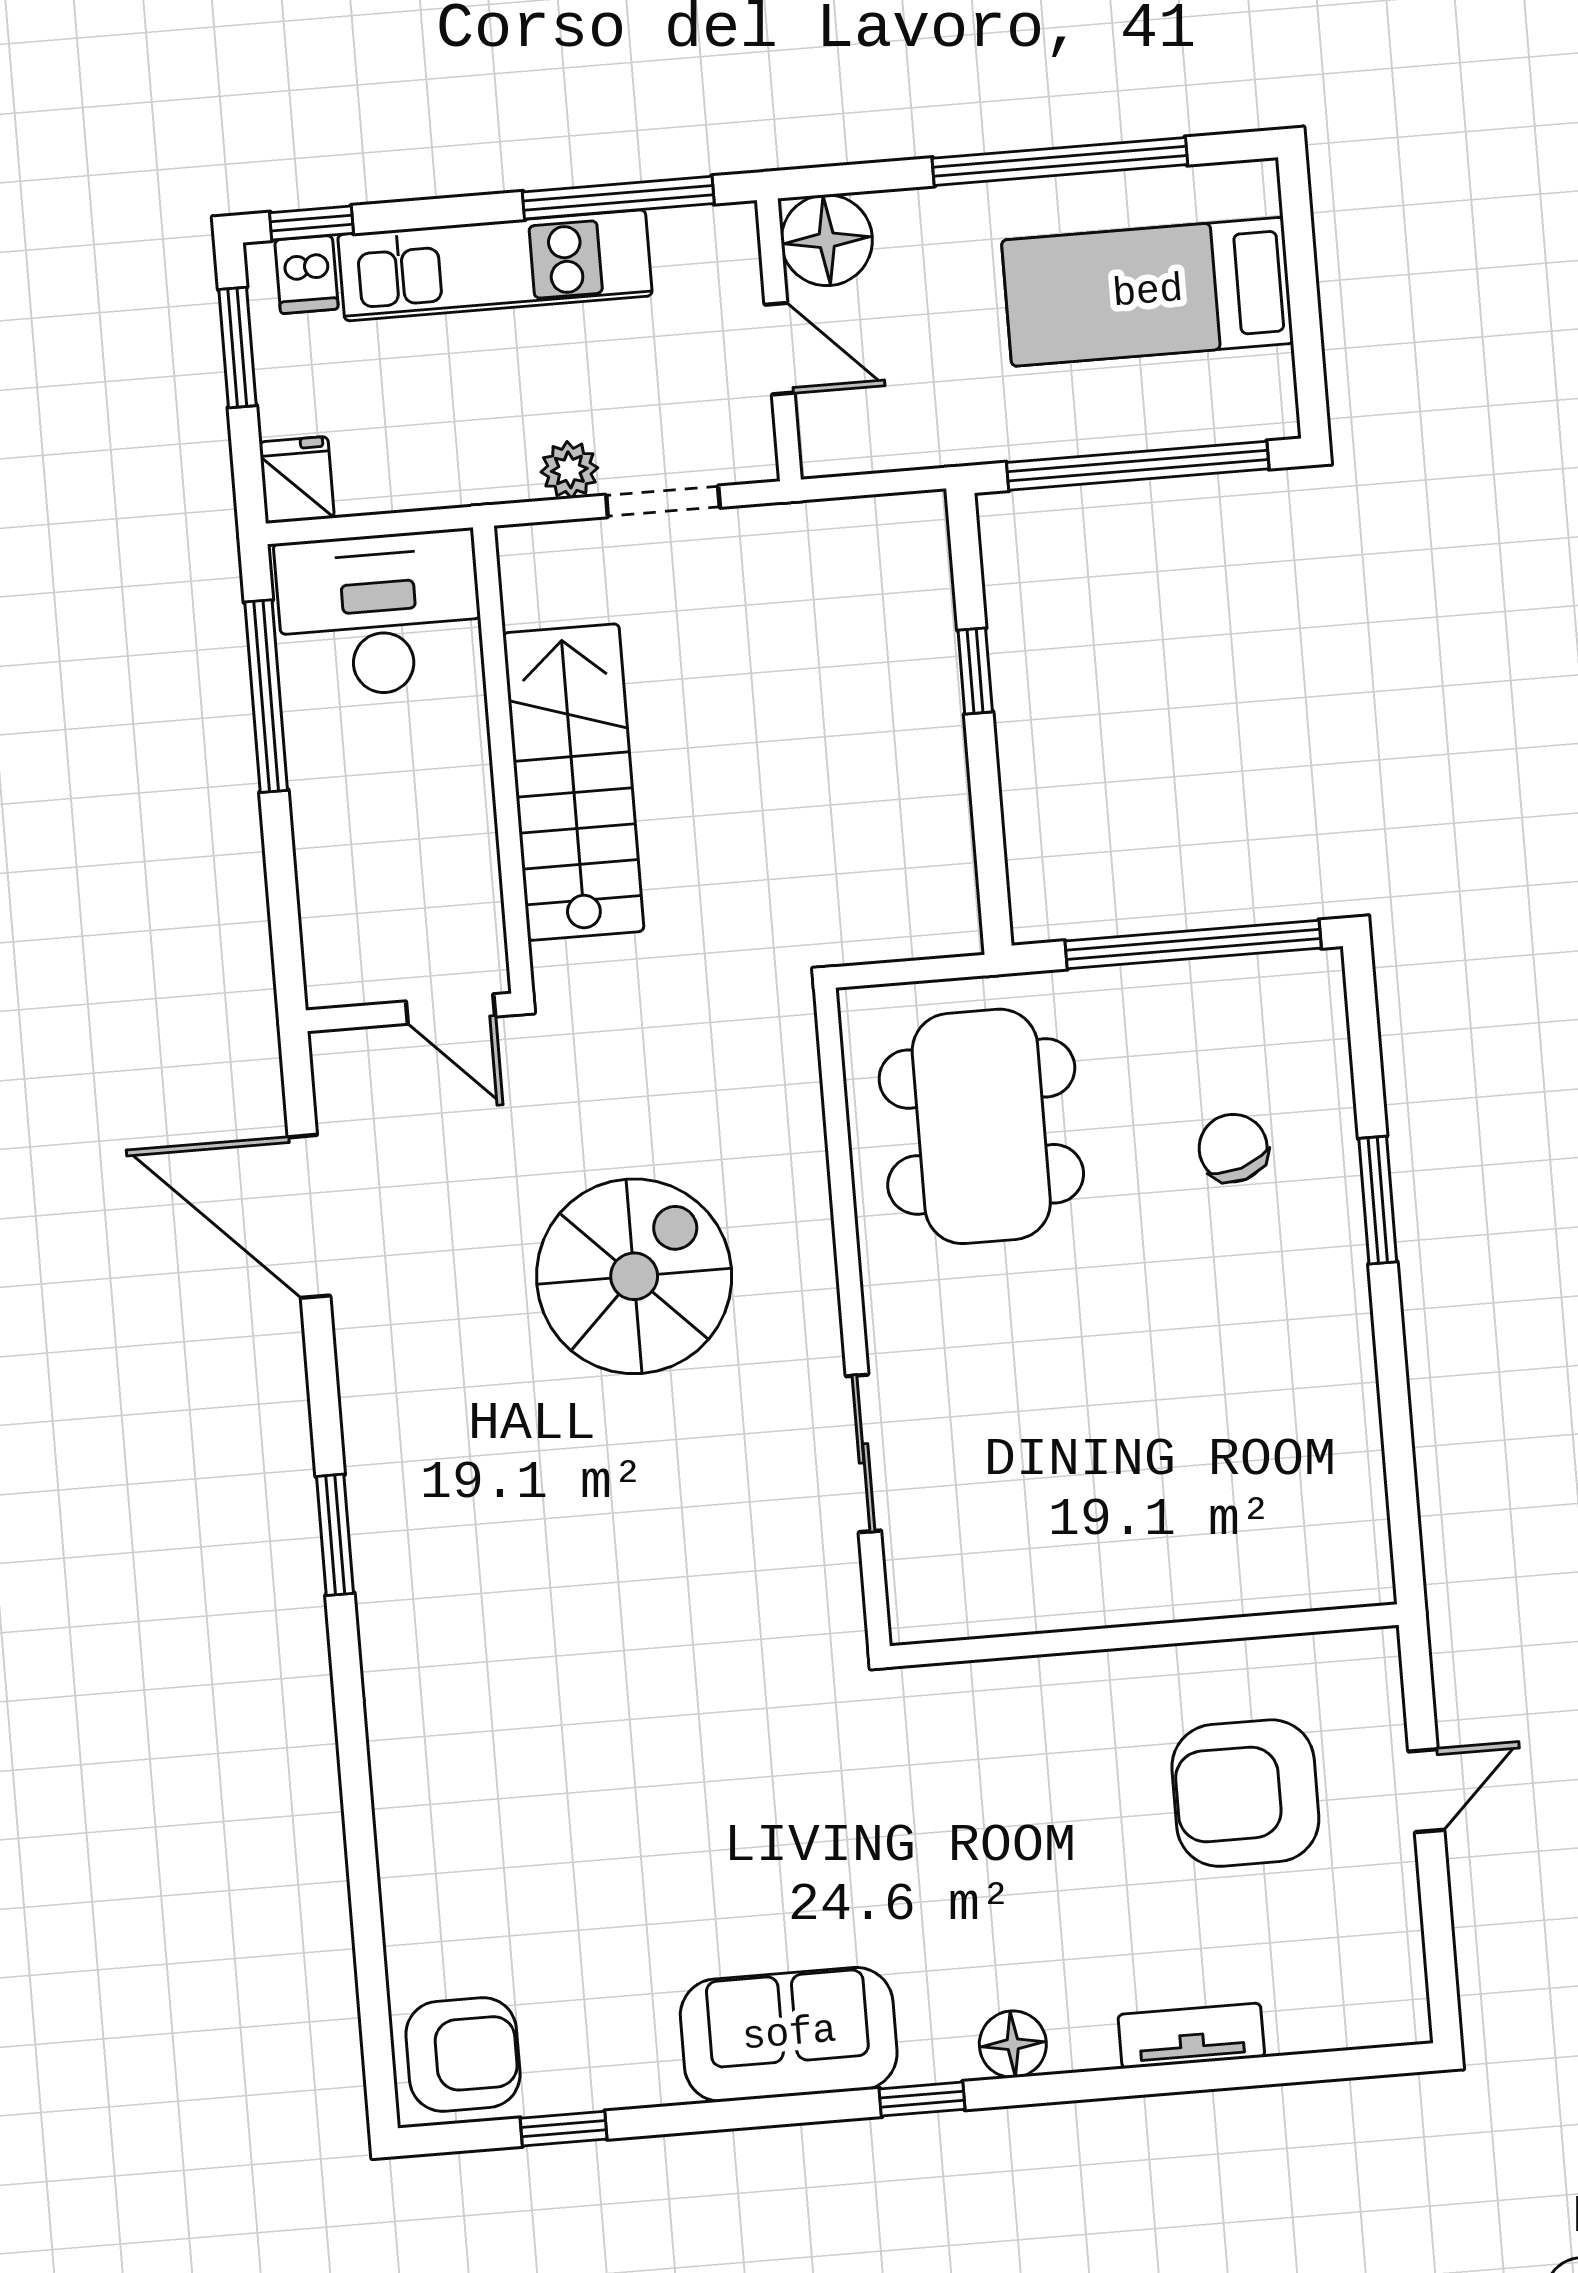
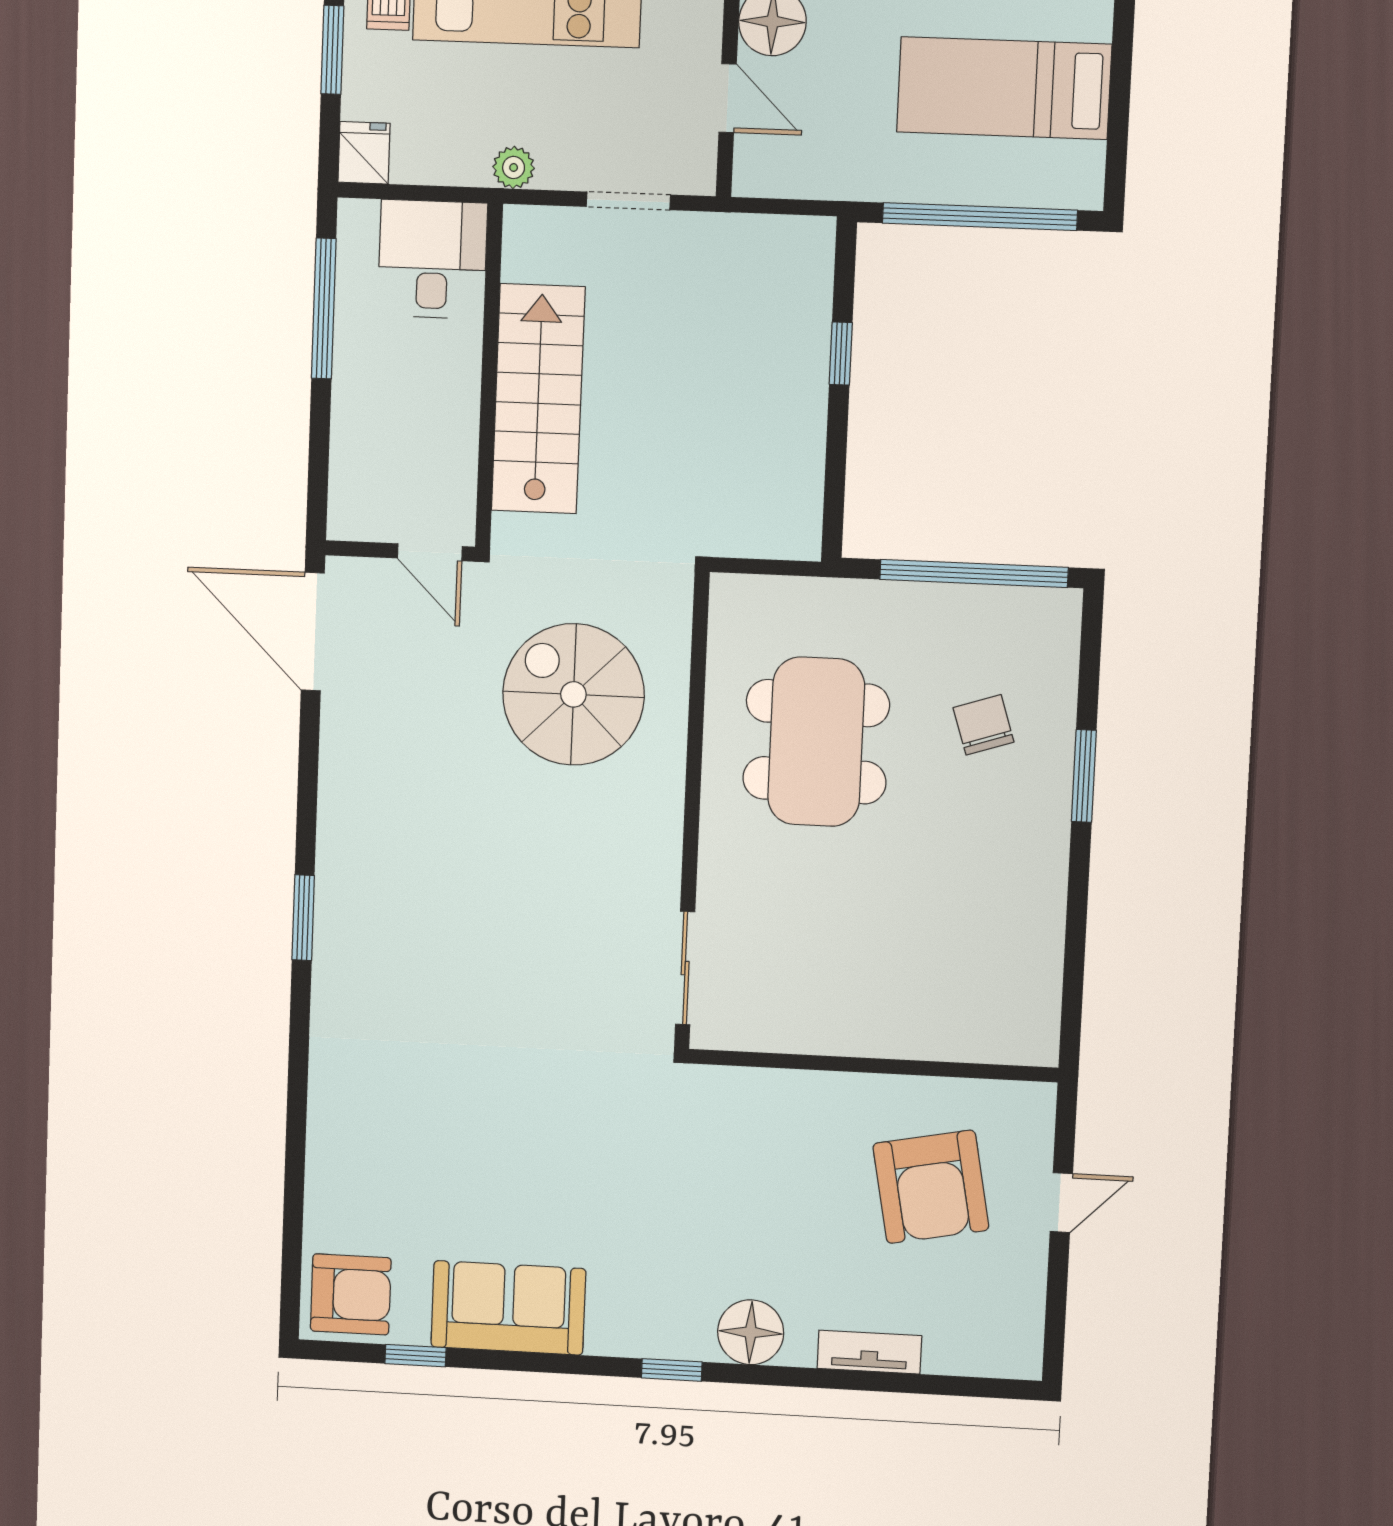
plant: (569, 470) -> (514, 167), moved
desk: (380, 614) -> (432, 259), width x0.73
dining table: (981, 1126) -> (816, 742), moved
door: (309, 1216) -> (313, 632), moved
spiral stairs: (634, 1276) -> (573, 694), moved, turned -90
sliding door: (863, 1453) -> (685, 968), moved
armchair: (1245, 1793) -> (931, 1187), turned -101
sofa: (789, 2034) -> (508, 1308), moved
floor lamp: (1013, 2044) -> (751, 1332), width x1.38, depth x1.38

